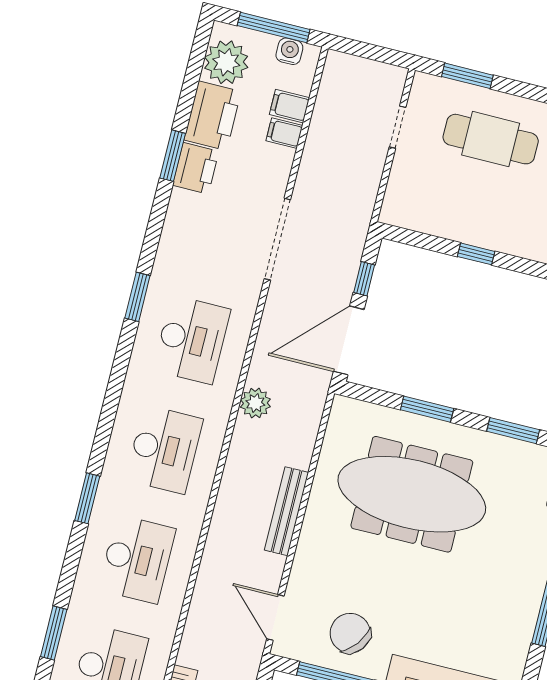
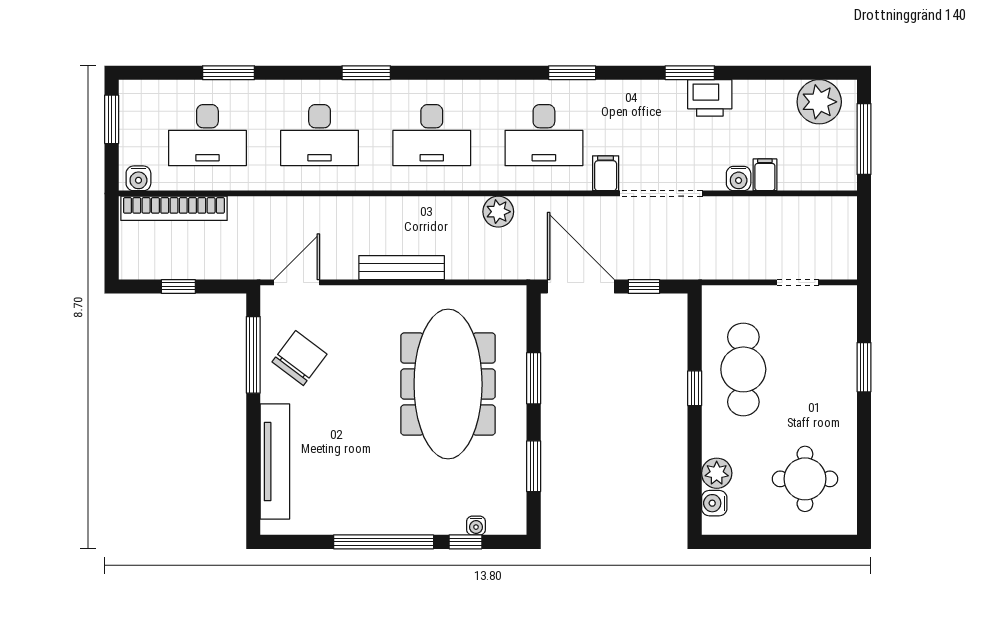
water cooler: (289, 51) -> (739, 178), moved, turned 90
window: (467, 76) -> (864, 367), moved
filing cabinet: (290, 106) -> (606, 173), moved
printer: (213, 116) -> (764, 101), removed
cafe table: (491, 139) -> (743, 369), moved
window: (173, 156) -> (690, 73), moved

